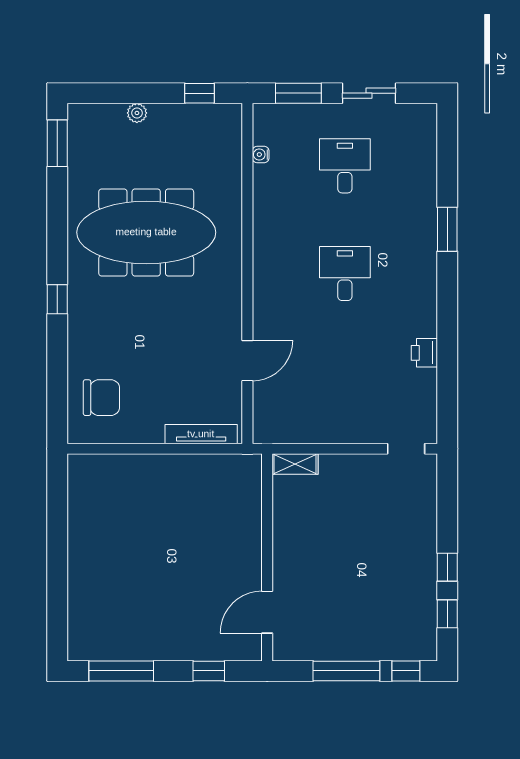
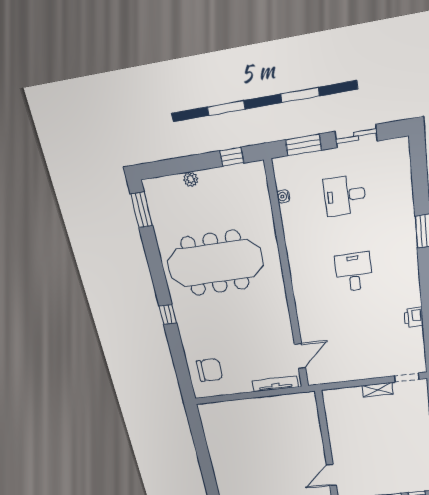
desk: (345, 166) -> (345, 196), turned -90
door: (247, 361) -> (300, 356), moved
shelving: (295, 464) -> (378, 390), moved

